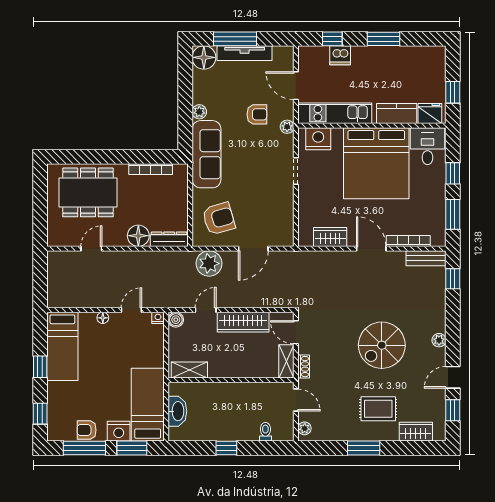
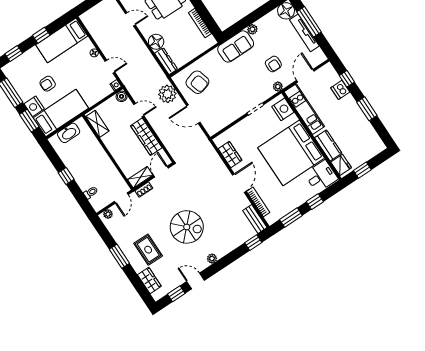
sofa: (206, 154) -> (236, 46), width x0.73
spiral stairs: (382, 345) -> (187, 227), turned 180
armchair: (87, 430) -> (48, 84), moved, turned -90

